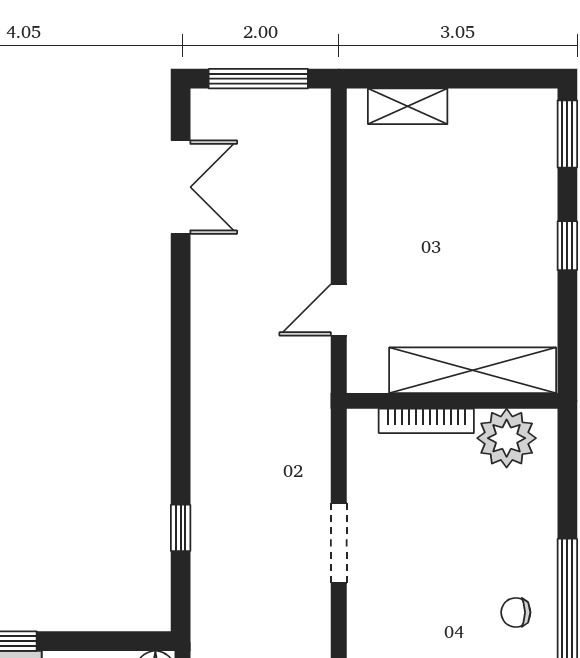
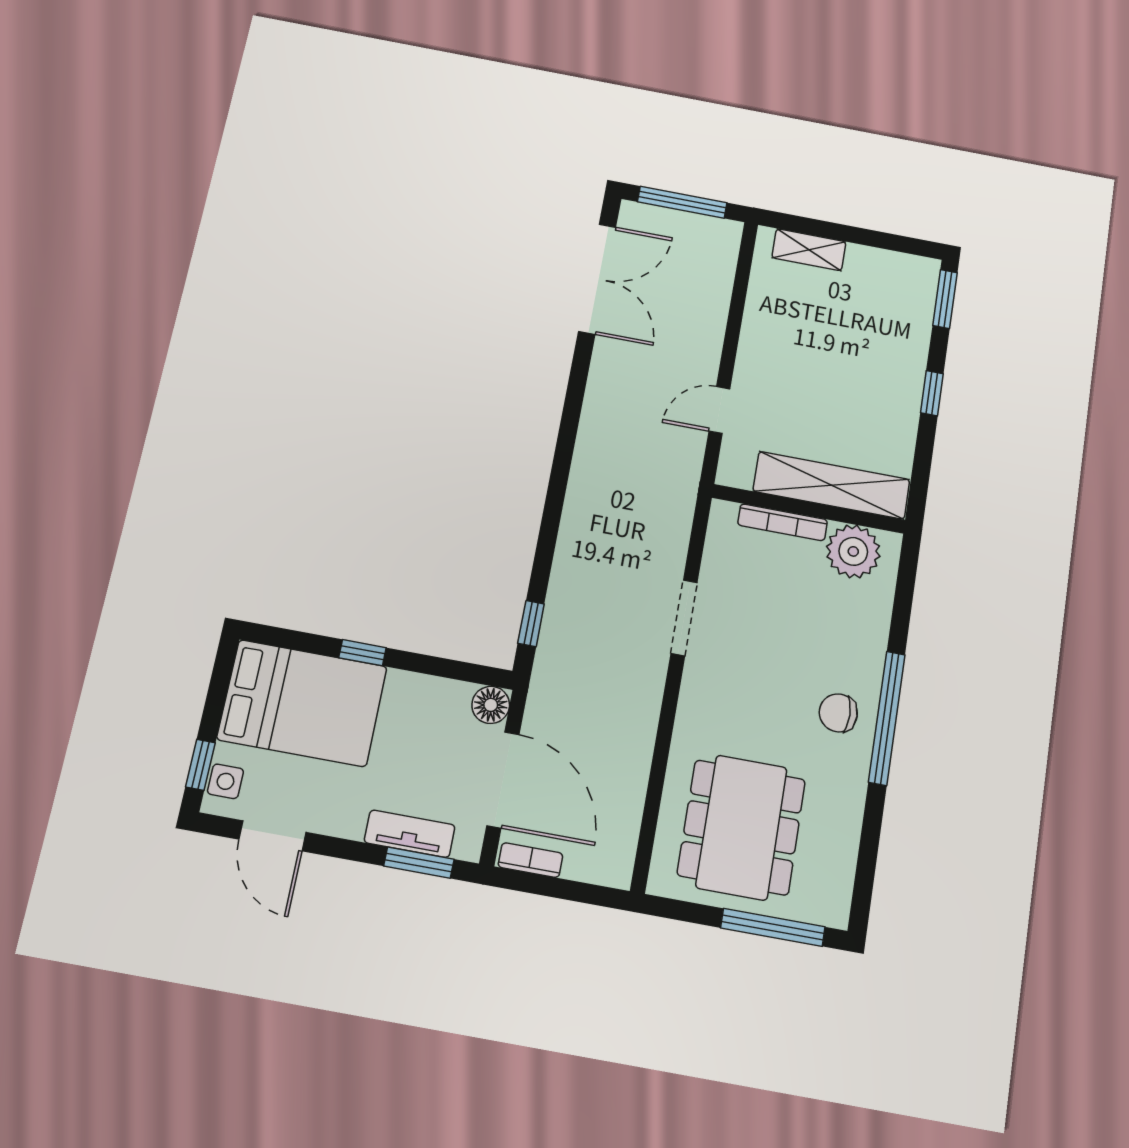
double door: (181, 187) -> (597, 279), width x1.37
window: (181, 528) -> (531, 624), moved
chair: (516, 612) -> (838, 713), width x1.37, depth x1.37

